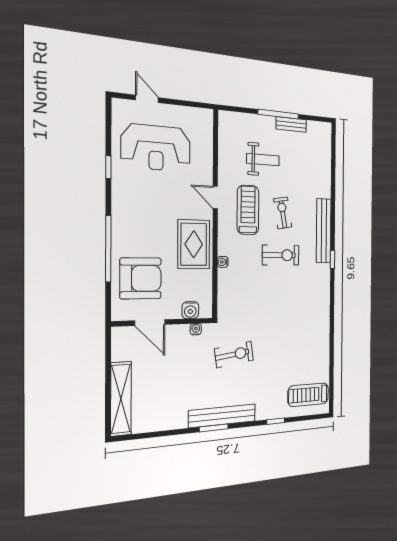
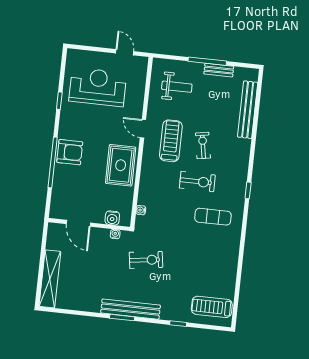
door: (147, 99) -> (125, 52), moved
reception desk: (156, 148) -> (98, 87), turned 180
weight bench: (263, 160) -> (177, 87), moved
bench: (324, 231) -> (248, 110), moved
water cooler: (223, 262) -> (141, 210), moved
armchair: (141, 278) -> (70, 152), moved, width x0.73, depth x0.73
exercise mat: (300, 293) -> (213, 217), added

